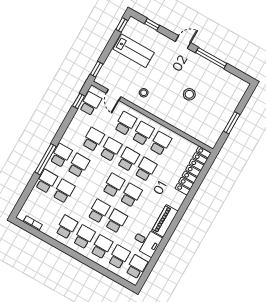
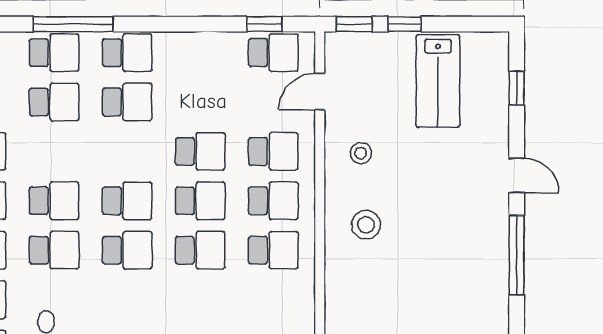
window: (122, 25) -> (405, 24), moved
stool: (189, 94) -> (366, 225), moved
school desk: (93, 139) -> (200, 102), removed
window: (45, 159) -> (73, 24), moved

